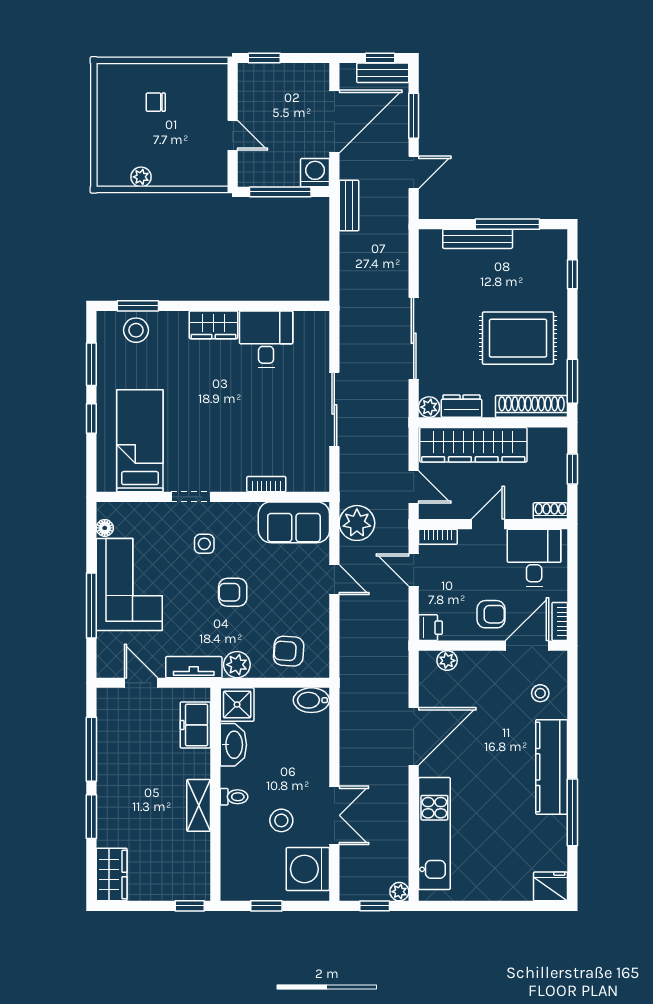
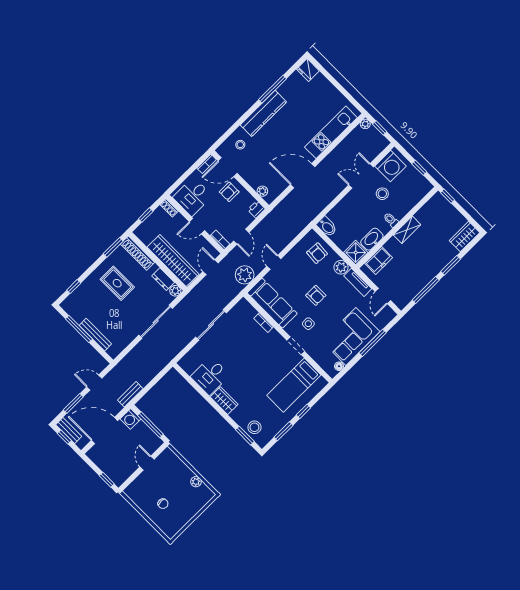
rug: (518, 338) -> (117, 283), width x0.73, depth x0.70
sofa: (294, 522) -> (272, 303), width x1.36
armchair: (491, 614) -> (229, 192), turned -90

